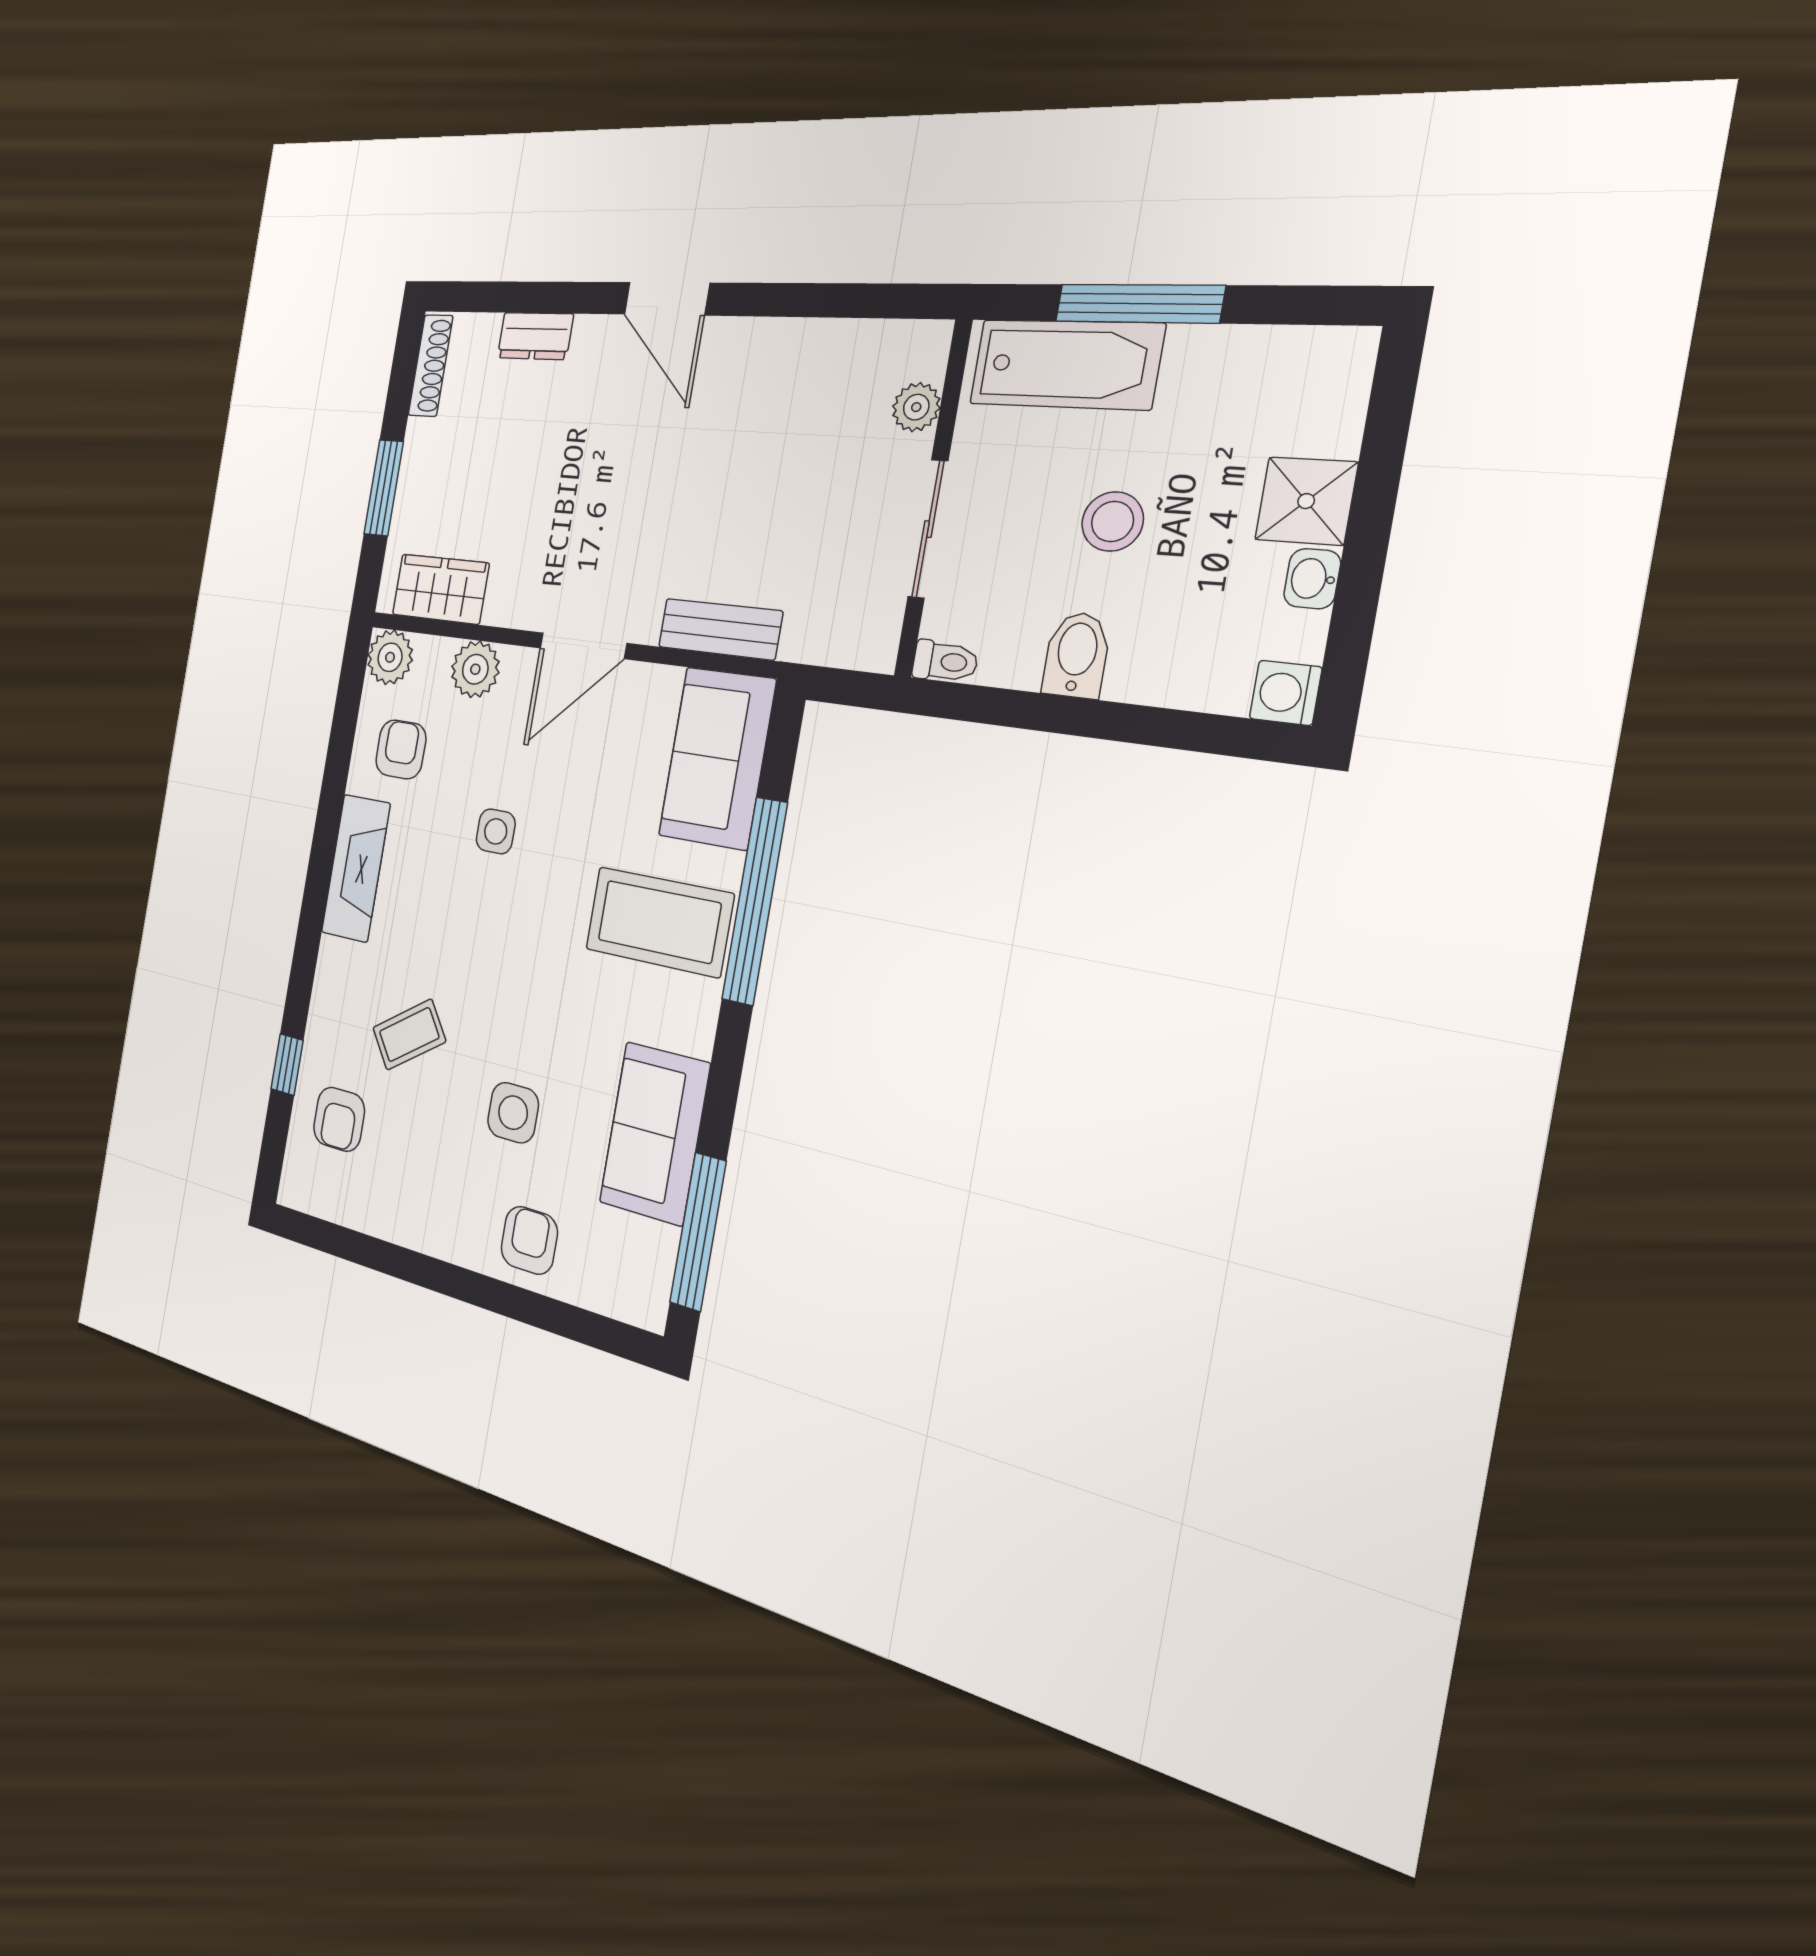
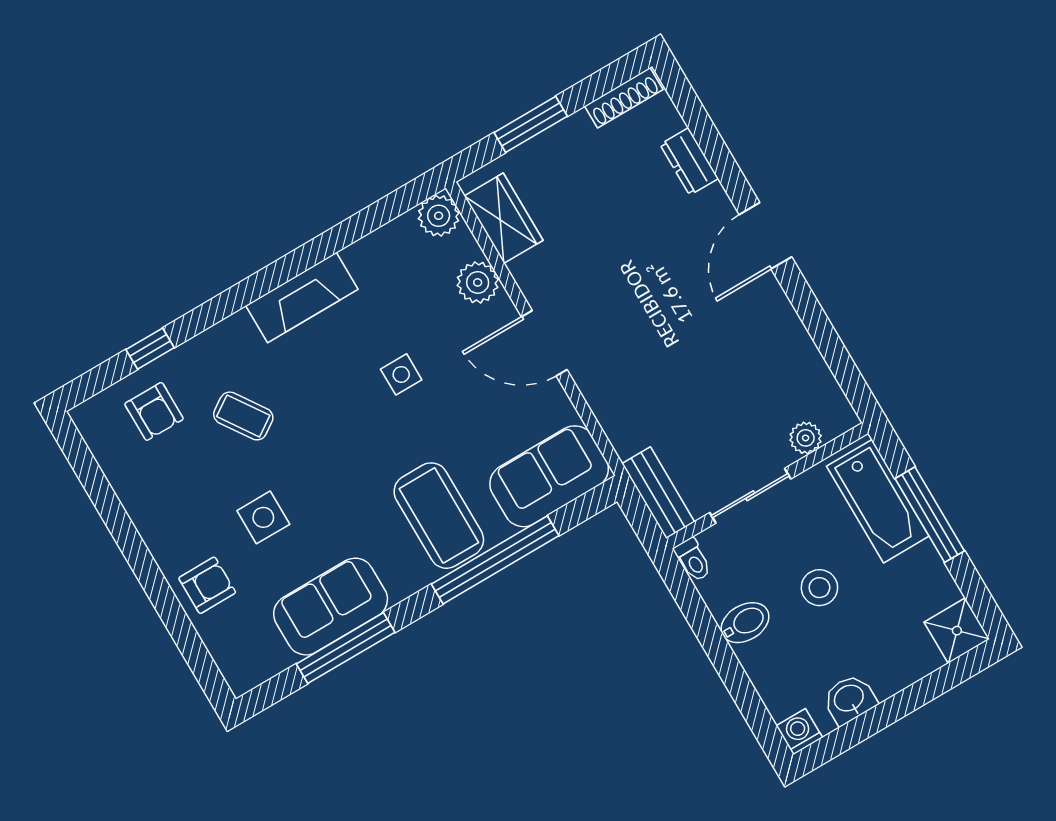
shower: (1306, 501) -> (957, 631), moved
washbasin: (1312, 579) -> (849, 699), width x1.38, depth x1.45
bench: (720, 629) -> (658, 493), moved
armchair: (401, 749) -> (393, 270), removed
armchair: (339, 1119) -> (154, 411), turned -90
window: (698, 1232) -> (346, 648), moved

